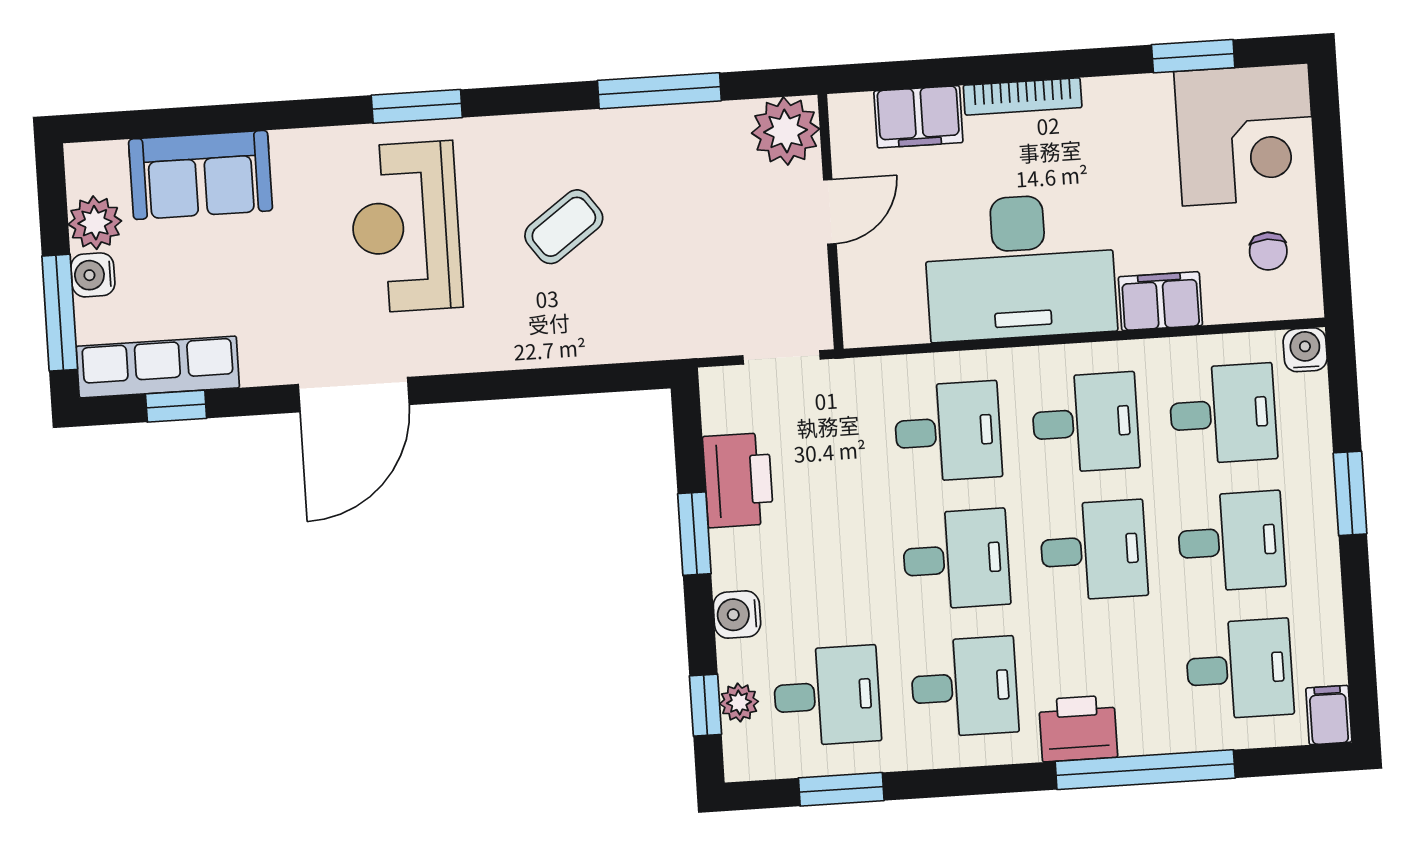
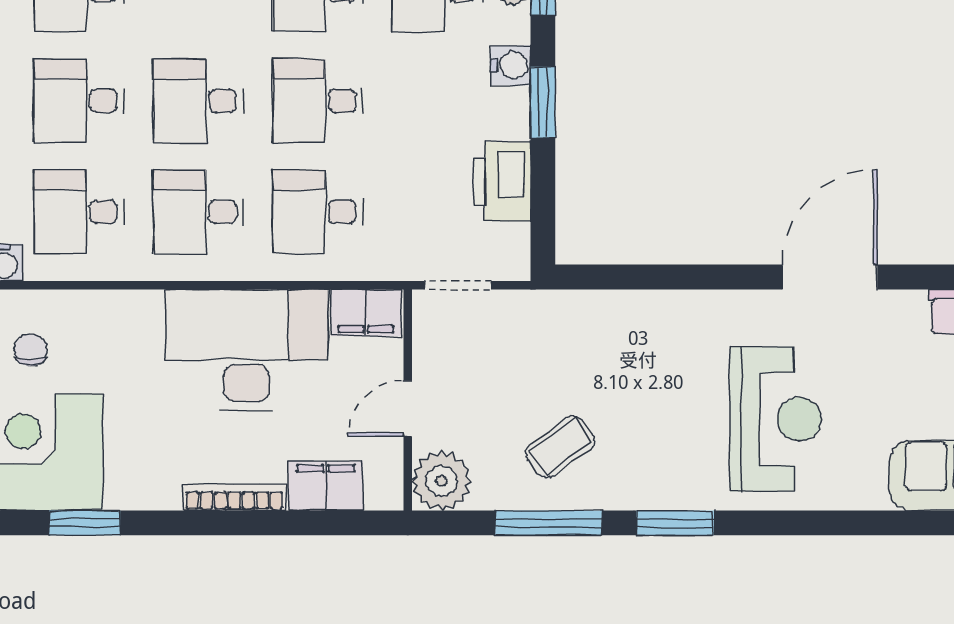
window: (417, 106) -> (675, 523), moved
coffee table: (564, 227) -> (560, 447), moved
filing cabinet: (1160, 301) -> (366, 313), moved
window: (694, 534) -> (543, 102), moved

